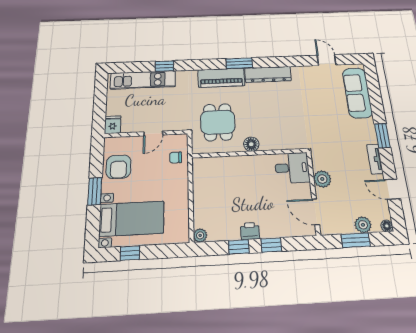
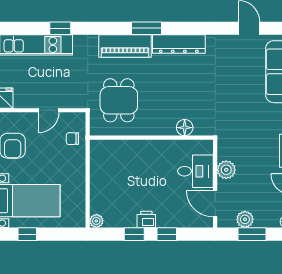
floor lamp: (251, 144) -> (185, 128), moved
desk: (292, 168) -> (195, 171), moved
plant: (363, 225) -> (245, 219), moved

